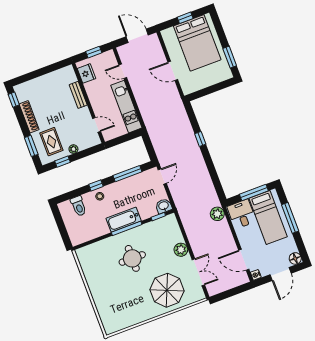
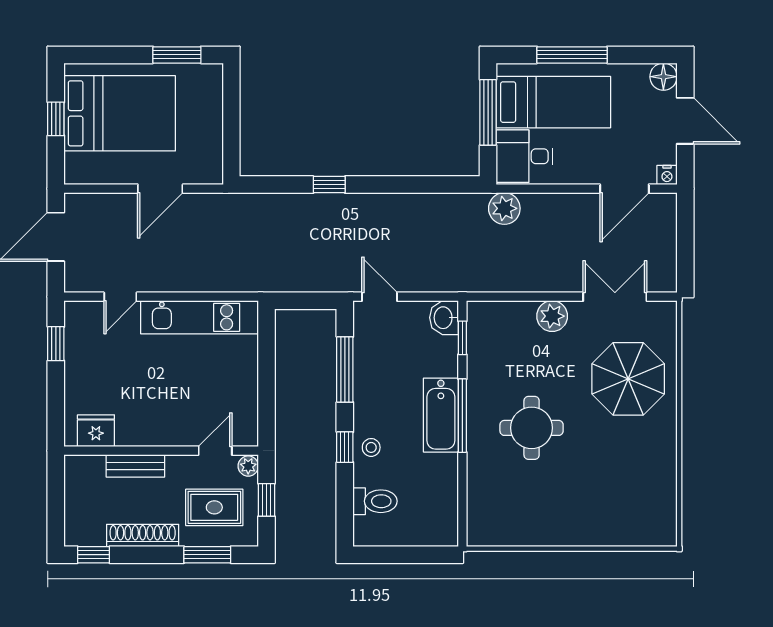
fridge: (86, 73) -> (96, 431), moved
bench: (78, 95) -> (135, 466), moved
wall: (88, 103) -> (161, 451), moved
door: (97, 125) -> (215, 451), moved

